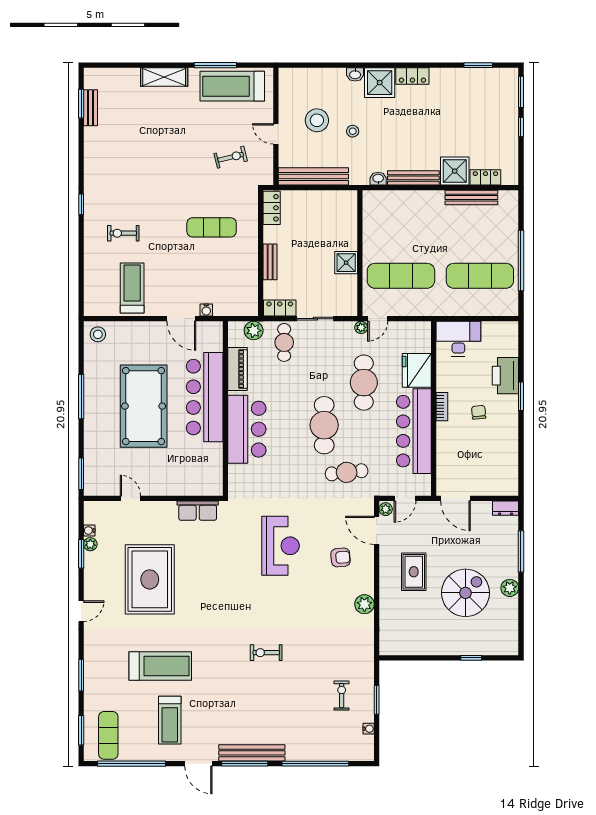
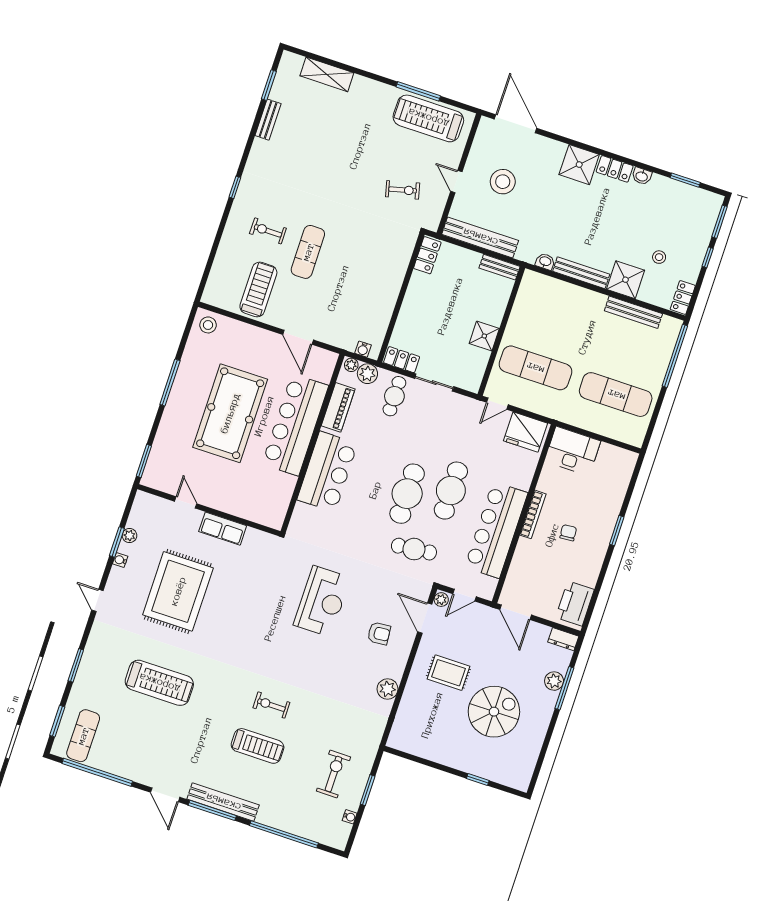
door: (311, 65) -> (516, 124), added
washbasin: (355, 74) -> (642, 176), moved
shelving: (164, 77) -> (327, 74), moved
bench: (90, 108) -> (268, 120), moved
stool: (353, 131) -> (659, 257), moved
locker: (485, 177) -> (683, 297), moved, turned -90
exercise mat: (212, 227) -> (308, 252), moved, turned 90
window: (521, 261) -> (675, 356), moved
bench: (270, 262) -> (500, 267), moved, turned 90
water cooler: (206, 310) -> (363, 349), moved
plant: (361, 327) -> (351, 365), moved
fridge: (417, 370) -> (526, 432), moved, turned -90
printer: (505, 376) -> (575, 603), moved
cafe table: (364, 383) -> (451, 491), moved
bookcase: (442, 407) -> (533, 514), width x1.56
row of seats: (198, 511) -> (223, 529), moved
water cooler: (89, 530) -> (120, 560), moved
rug: (414, 572) -> (449, 673), turned 90
plant: (510, 588) -> (554, 681), moved
door: (81, 611) -> (97, 600), swing flipped
exercise bike: (342, 696) -> (334, 774), width x1.38, depth x1.39
treadmill: (170, 720) -> (258, 746), moved, turned -90

